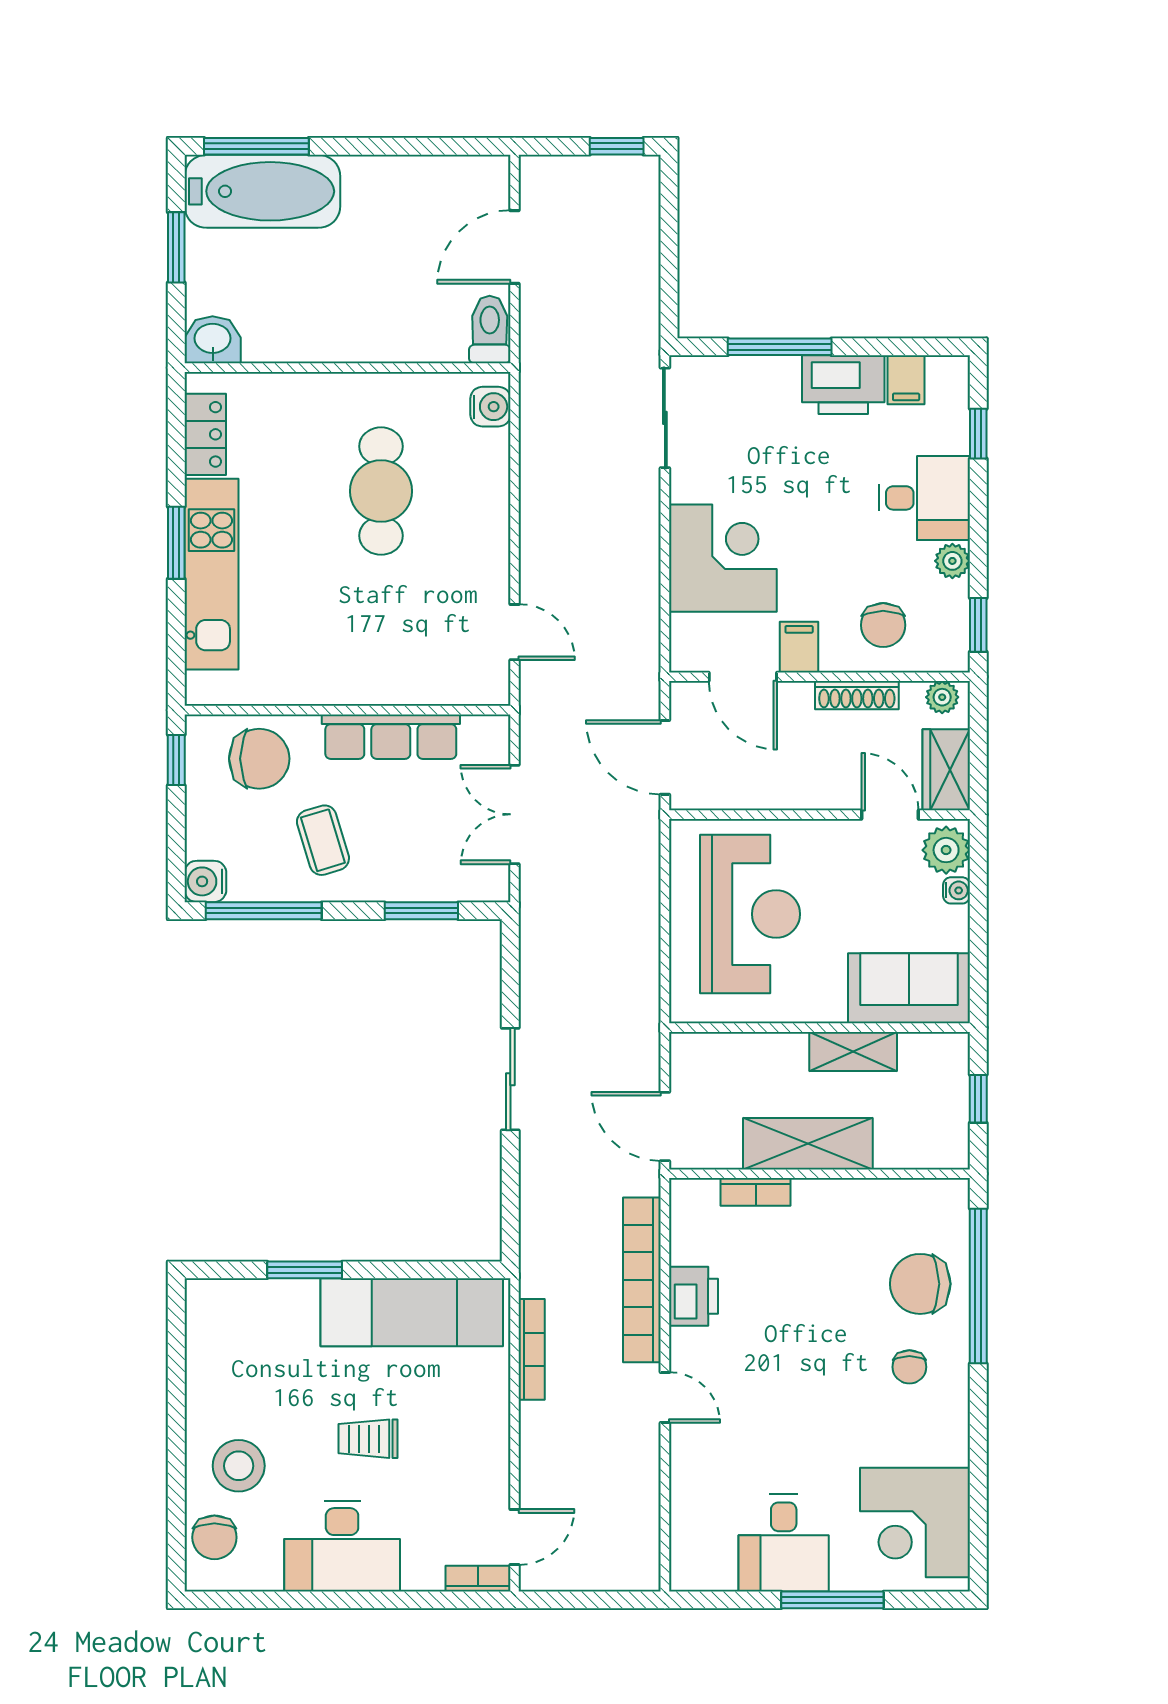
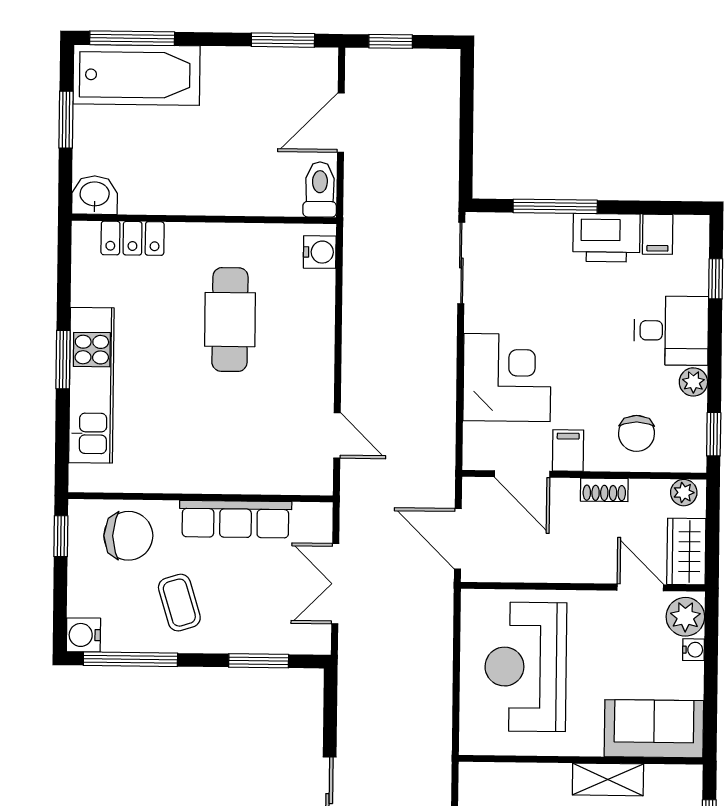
window: (442, 146) -> (283, 40), added
window: (617, 146) -> (391, 41), moved
locker: (205, 434) -> (133, 238), moved, turned 90
shoe rack: (857, 695) -> (604, 490), width x0.70
reception desk: (750, 914) -> (526, 667), turned 180

